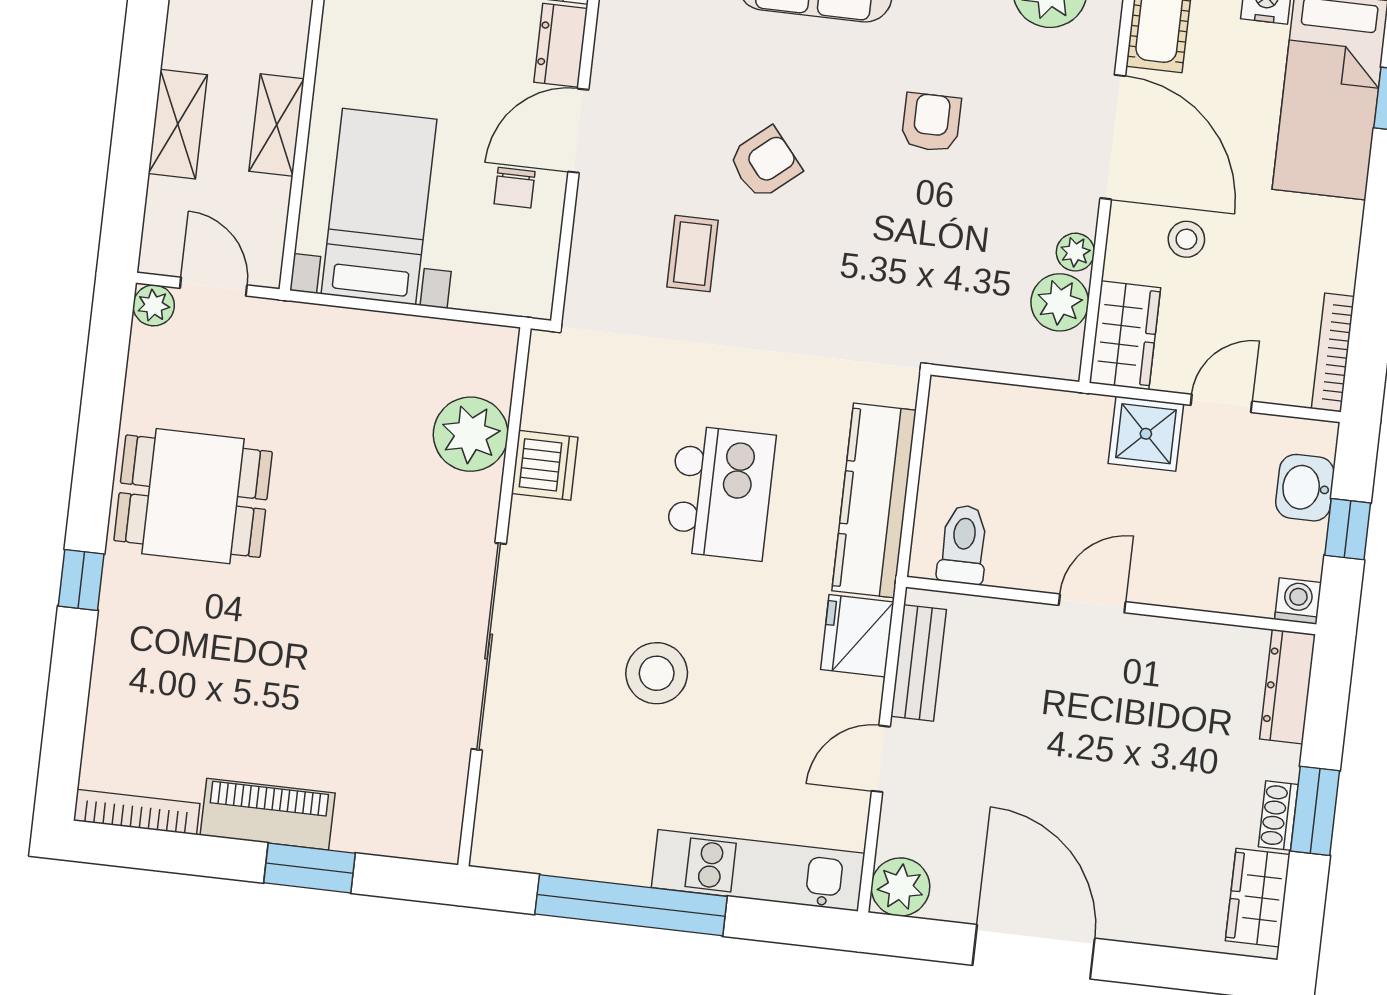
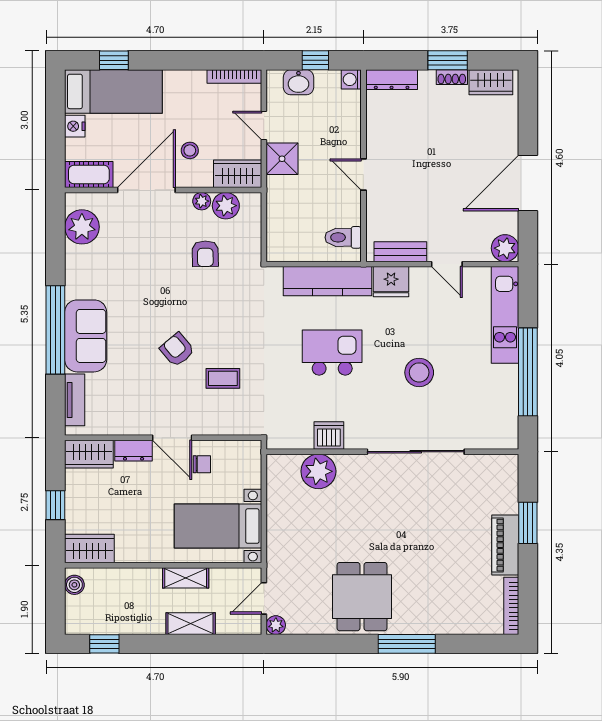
armchair: (931, 122) -> (205, 254), moved, turned -91
window: (81, 580) -> (407, 644), width x2.17

